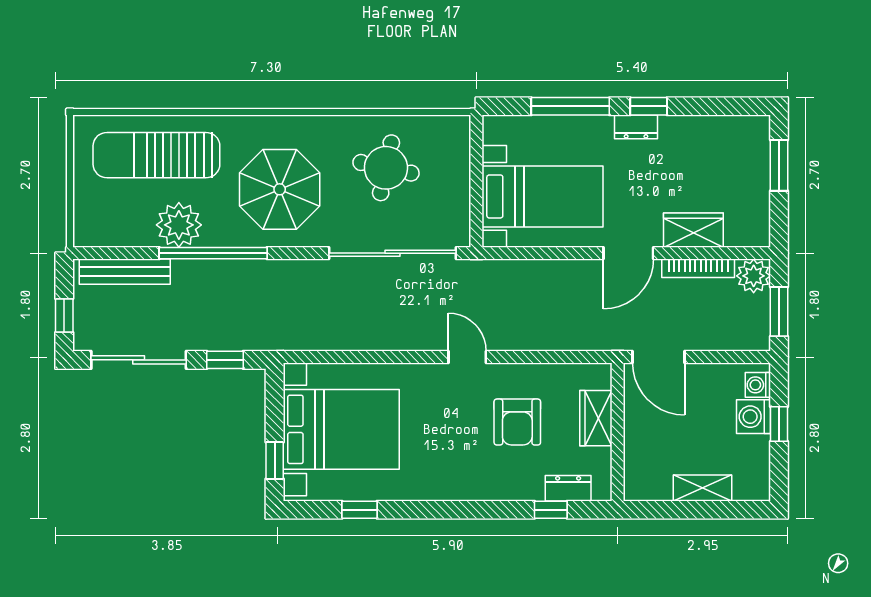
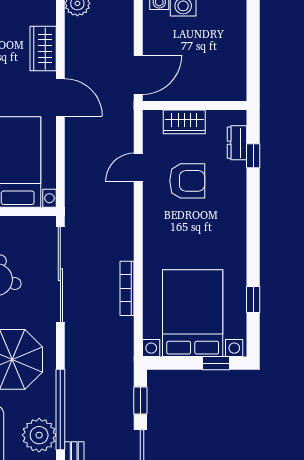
bookcase: (698, 268) -> (127, 288), moved, turned 180
door: (467, 357) -> (138, 167), moved
shelving: (702, 488) -> (237, 42), removed

